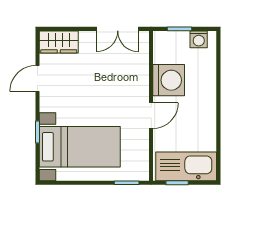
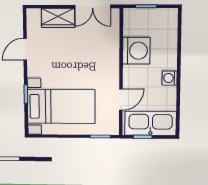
washing machine: (199, 39) -> (170, 78), moved, turned 90
wardrobe: (59, 42) -> (58, 18), moved
door: (151, 116) -> (121, 99), moved

